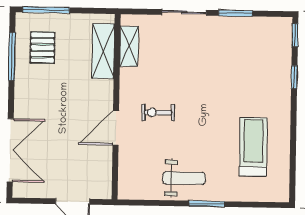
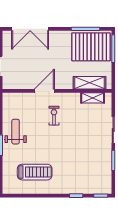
pallet: (43, 48) -> (91, 47), width x2.05, depth x2.00
door: (116, 128) -> (44, 91), hinge flipped
weight bench: (184, 178) -> (16, 132), turned 180

